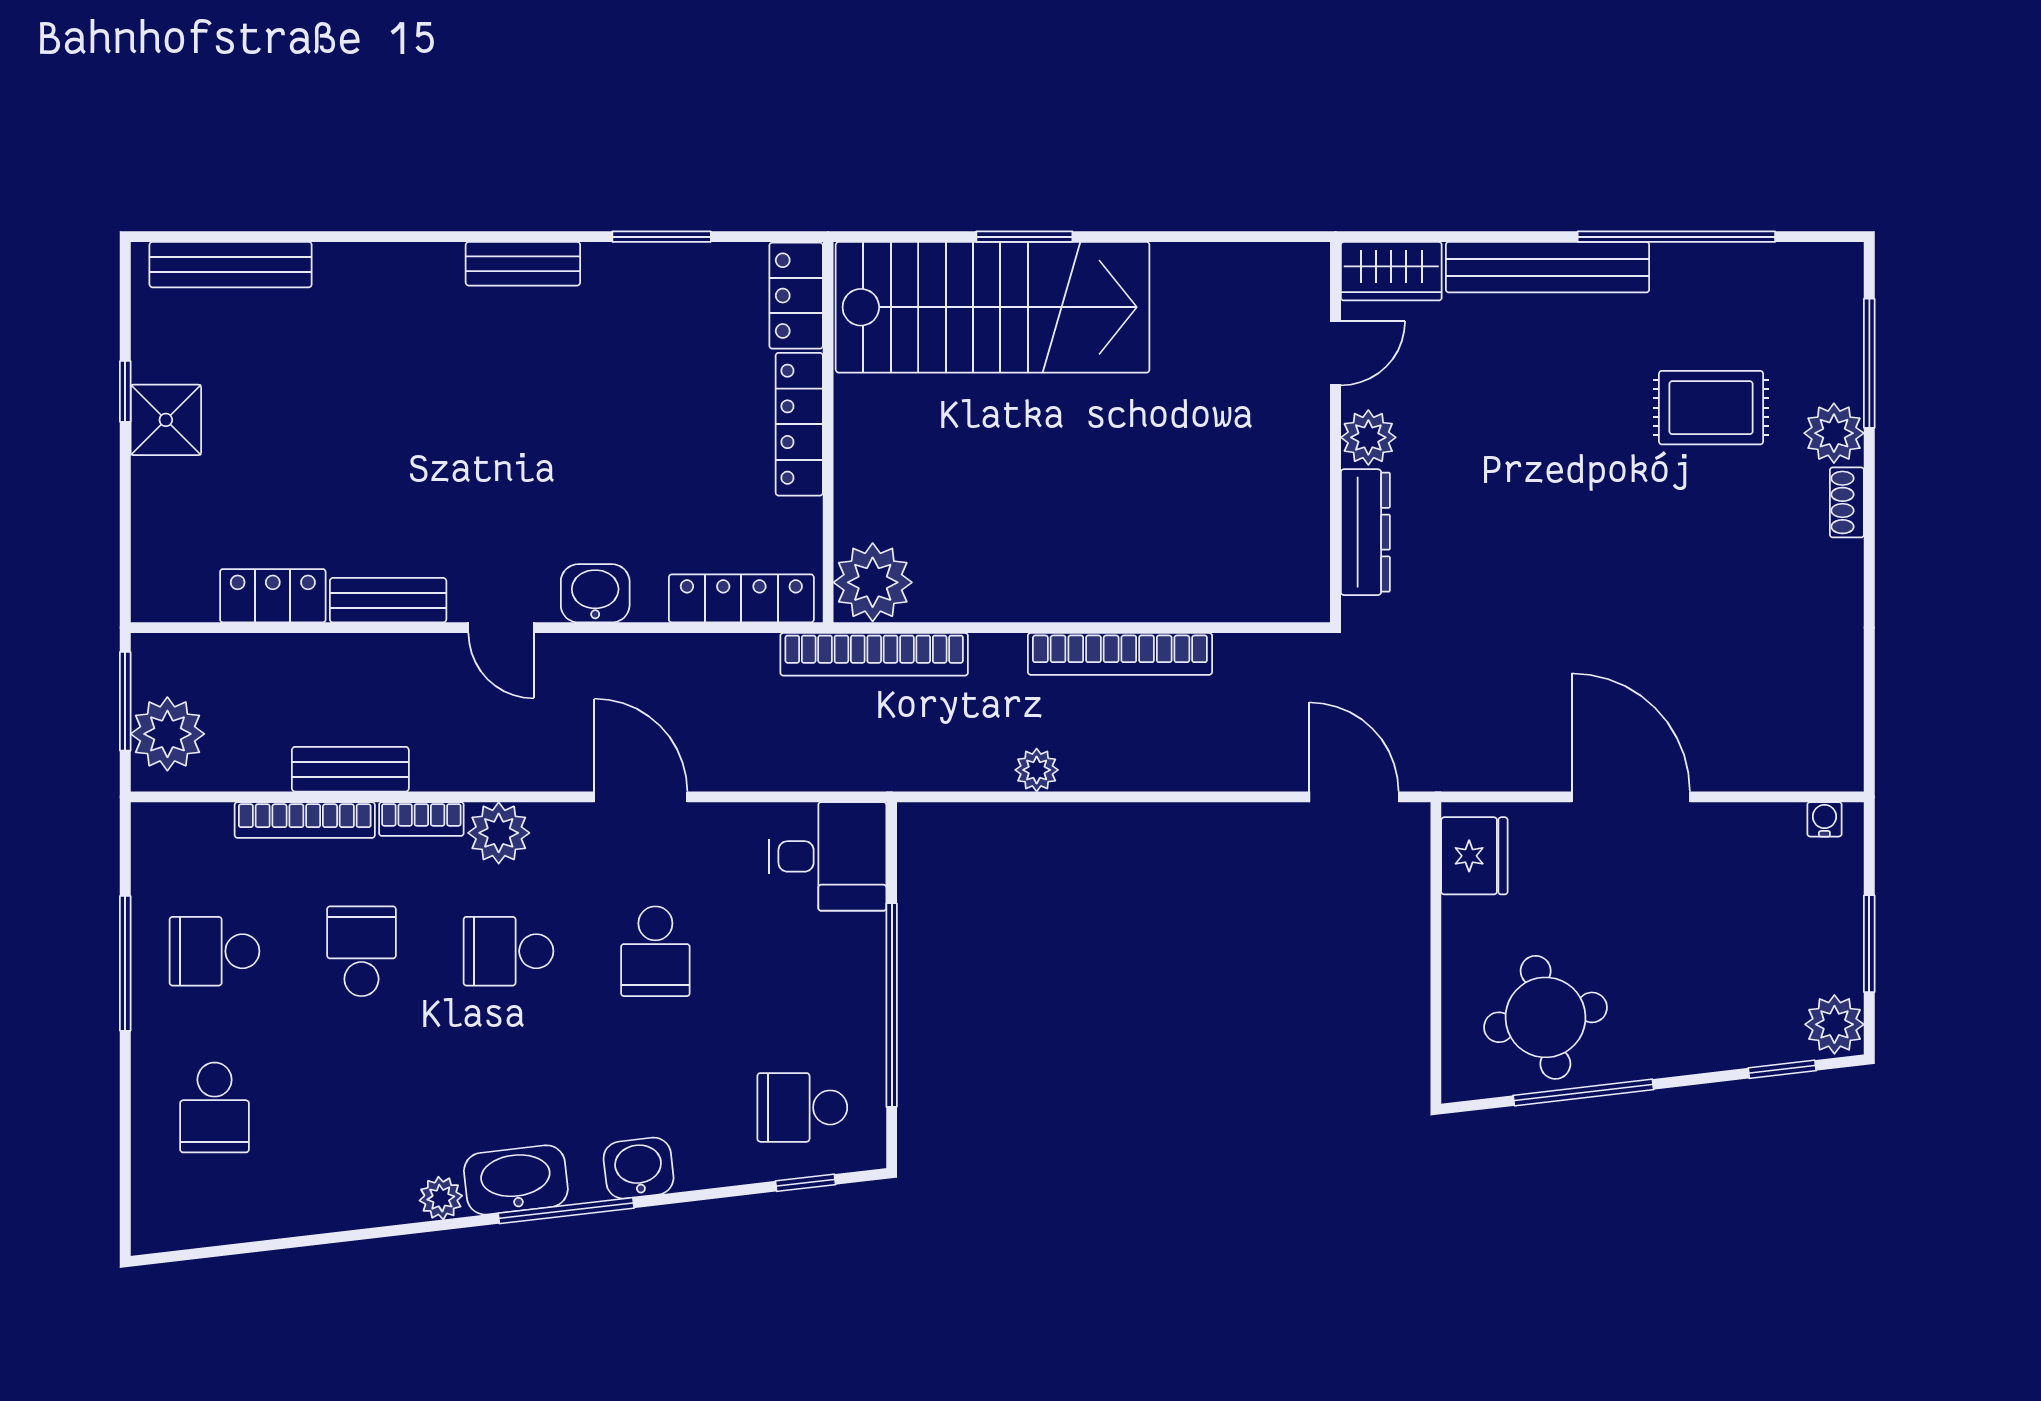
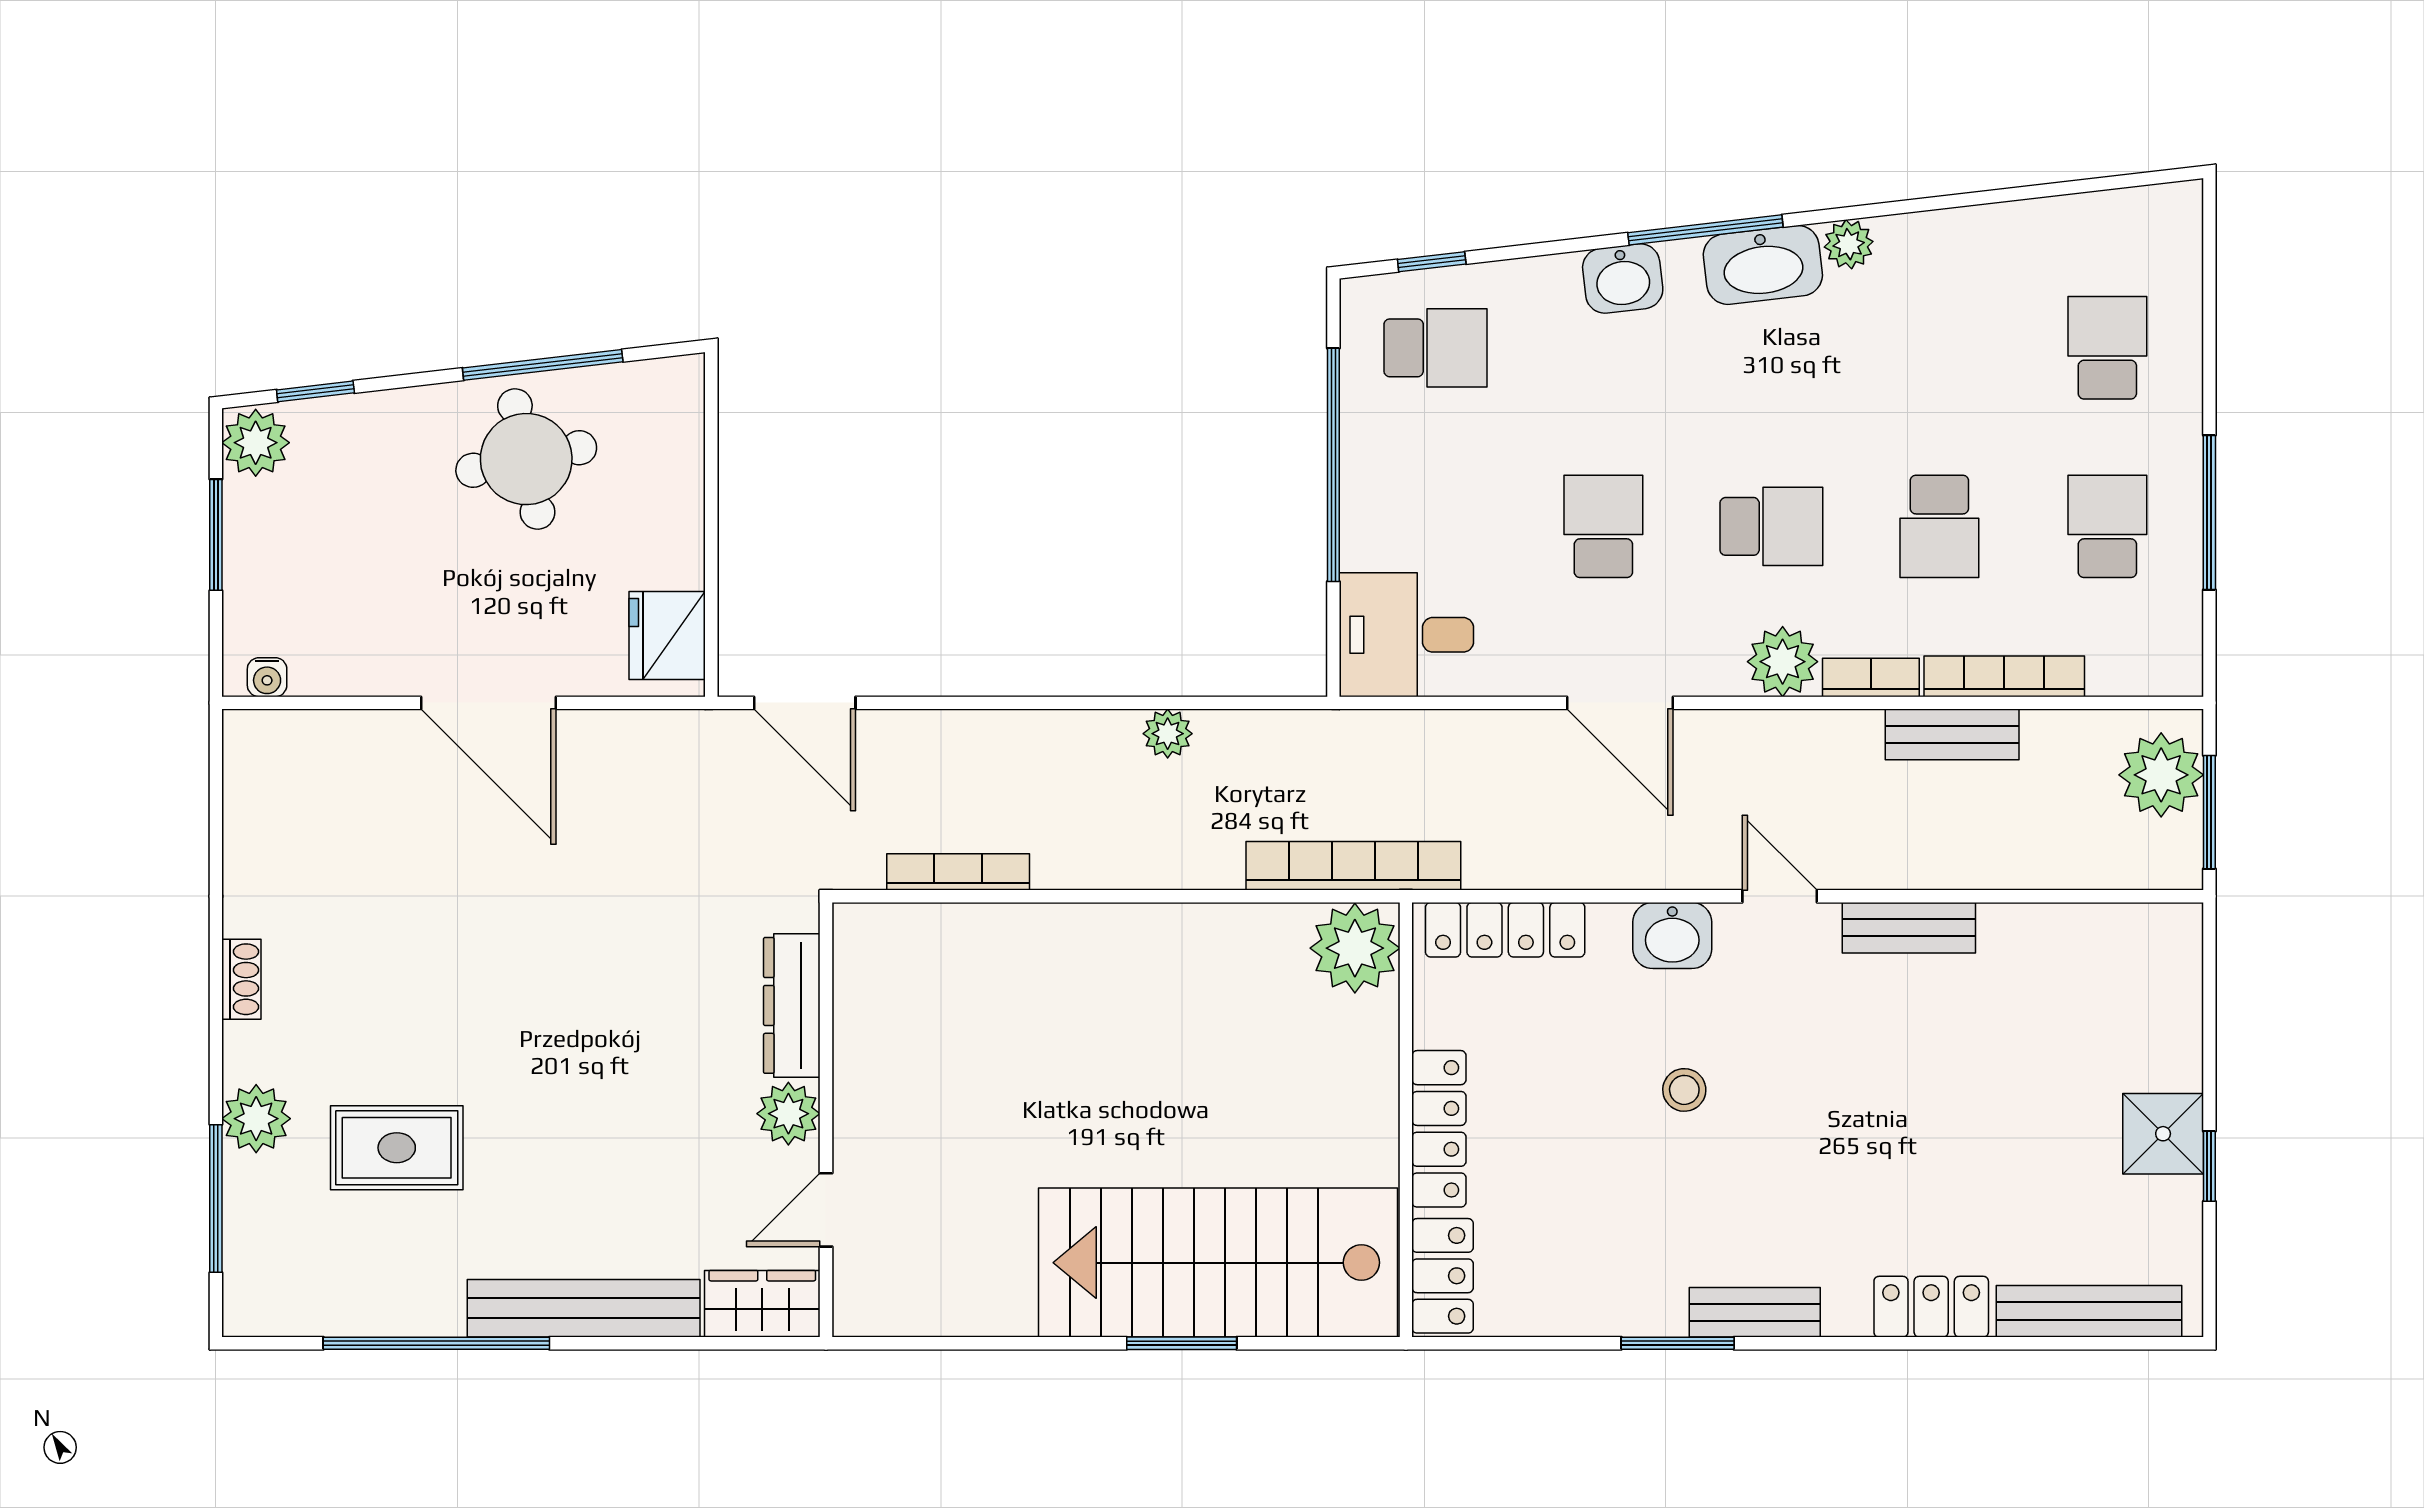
window: (662, 237) -> (1678, 1343), moved
stool: (585, 458) -> (1684, 1090), added
shoe rack: (1847, 502) -> (241, 979), moved
locker: (273, 596) -> (1931, 1307), moved, turned 180
bookcase: (1120, 654) -> (958, 872), moved, width x0.68, depth x0.76
school desk: (215, 951) -> (2107, 526), turned -90
round table: (1545, 1017) -> (526, 459), moved

